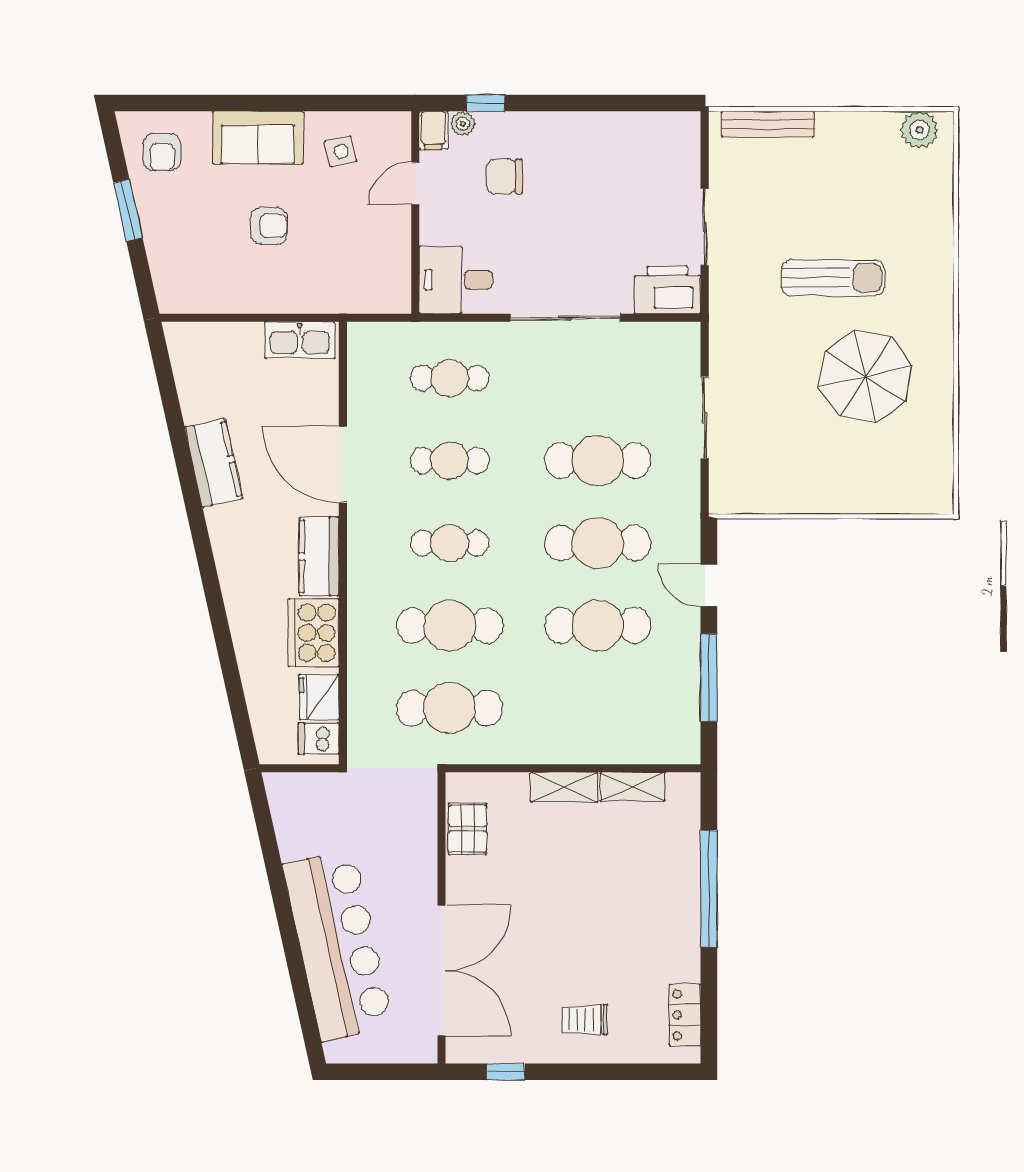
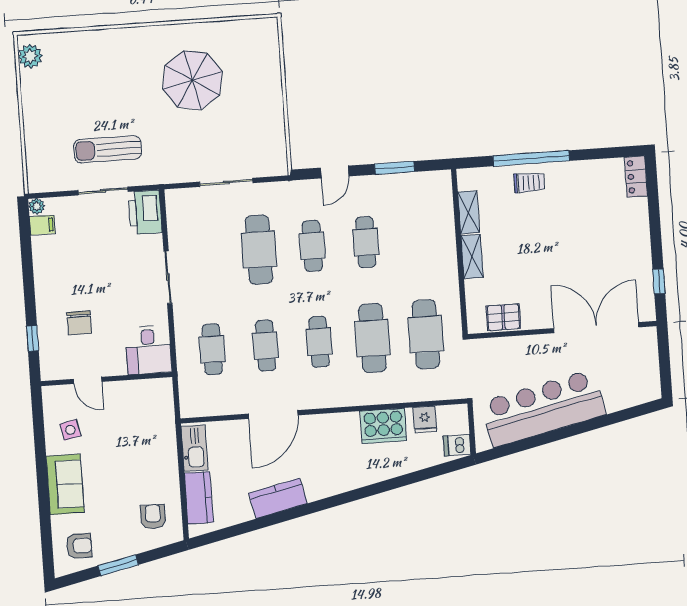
plant: (463, 124) -> (37, 206), moved
bench: (768, 124) -> (33, 155), removed
filing cabinet: (433, 130) -> (42, 225), moved
armchair: (269, 226) -> (153, 517), moved
sun lounger: (833, 278) -> (108, 149), moved, turned -90
sliding door: (565, 318) -> (168, 277), width x0.73
cafe table: (598, 543) -> (312, 246), width x0.73, depth x0.74
kitchen counter: (319, 556) -> (199, 498), moved, turned -90
cafe table: (598, 625) -> (366, 242), width x0.73, depth x0.74
window: (709, 678) -> (394, 168), width x0.69
fridge: (319, 697) -> (425, 419), width x0.72
dishwasher: (319, 739) -> (457, 445), moved, turned 90
bar counter: (338, 945) -> (543, 408), moved
locker: (685, 1015) -> (636, 177), moved, turned 90
trolley: (584, 1020) -> (529, 183), moved, turned -90

